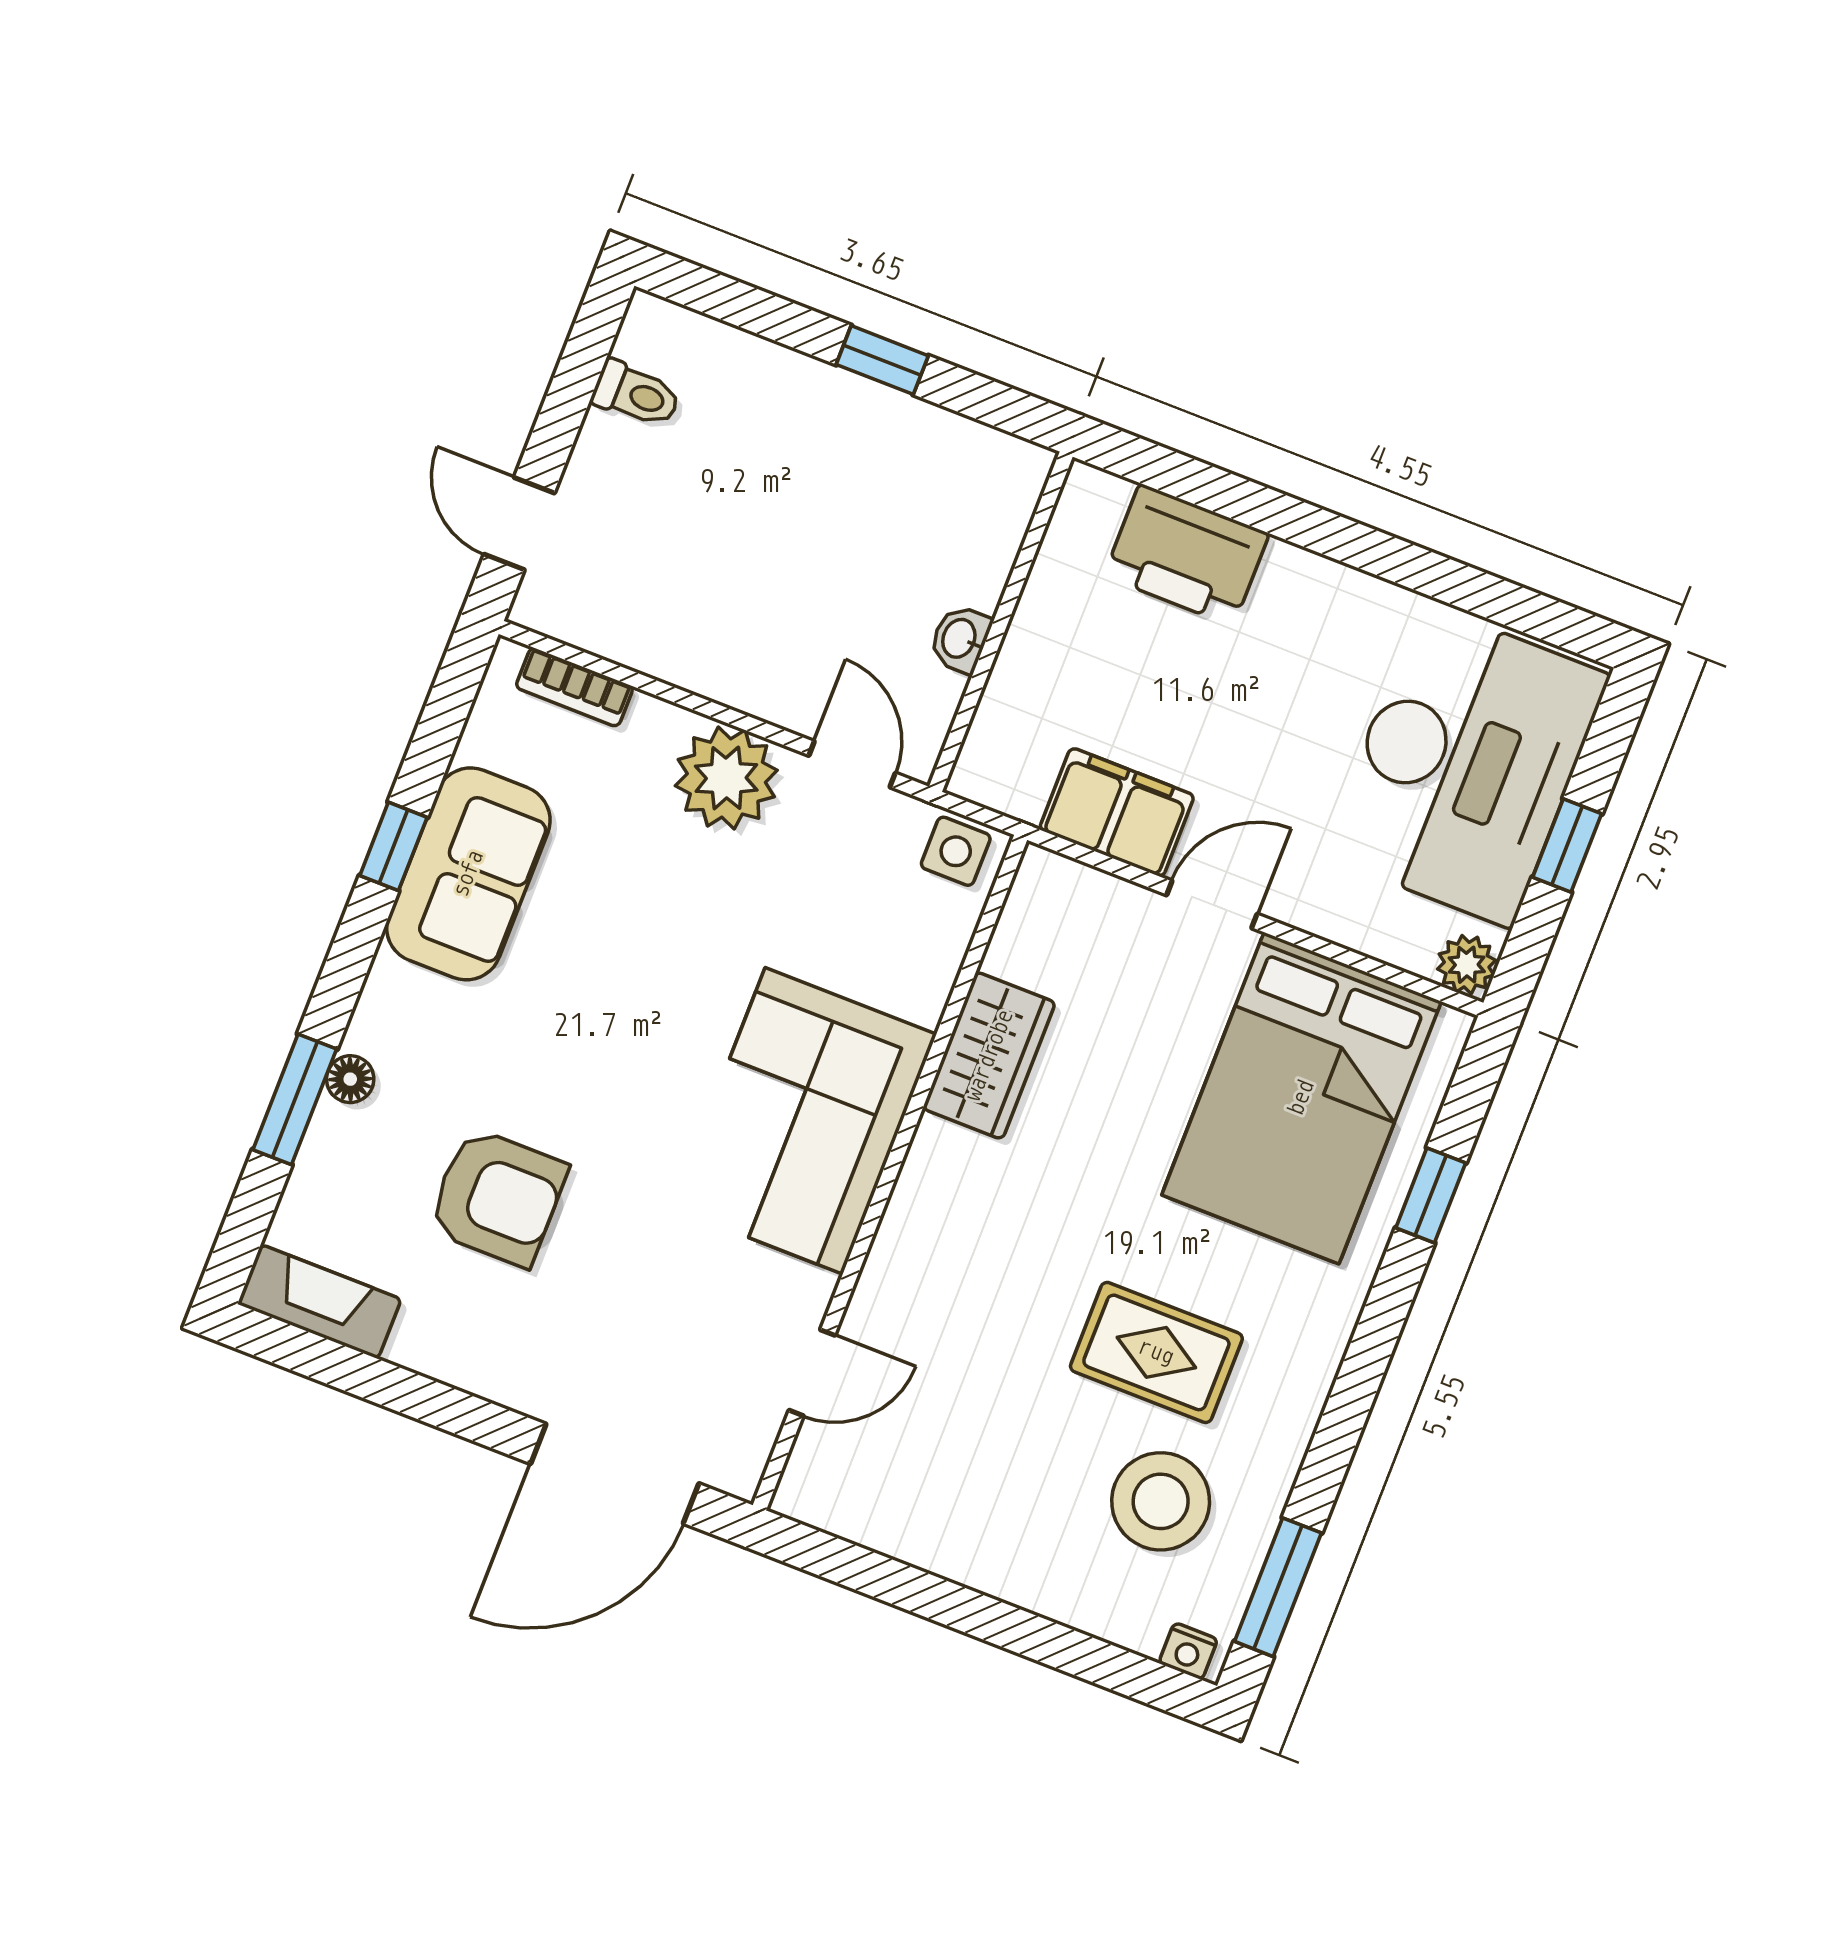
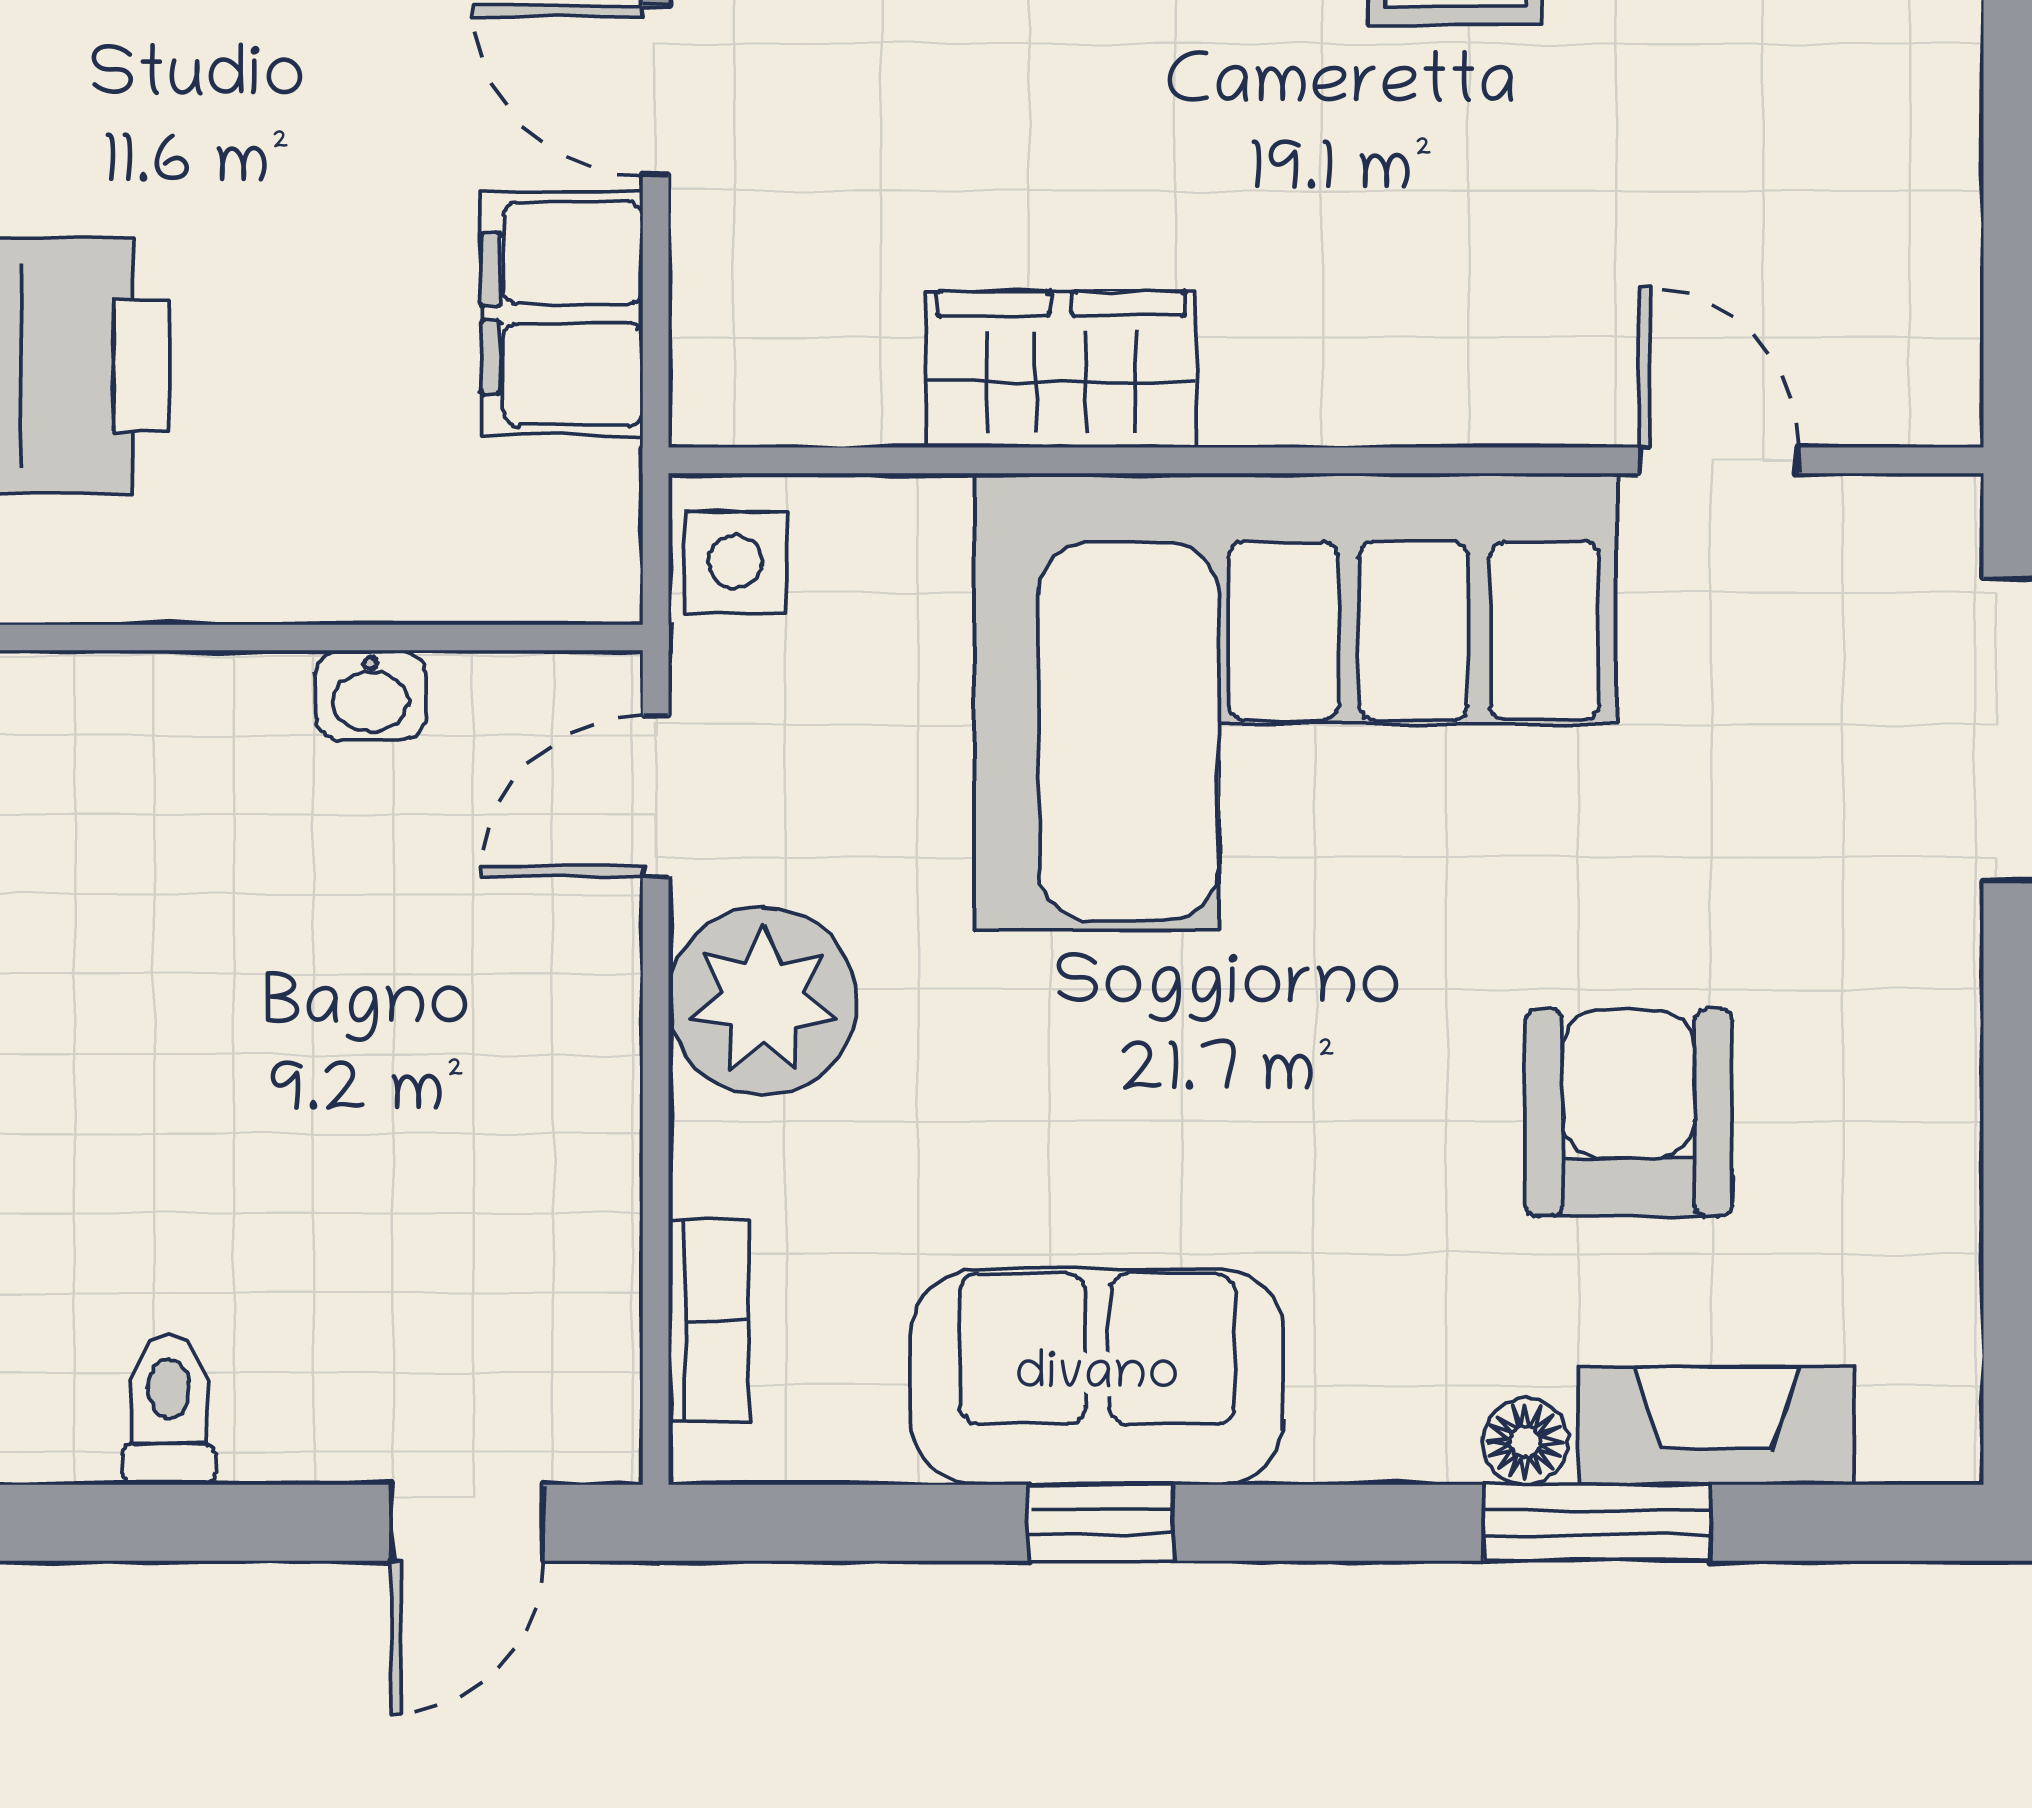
corner sofa: (804, 1121) -> (1295, 702), width x1.36, depth x1.36
fireplace: (319, 1302) -> (1717, 1426), moved, turned 90

